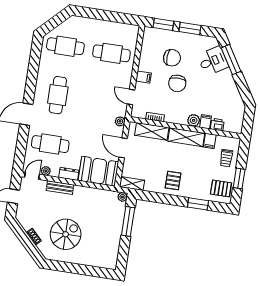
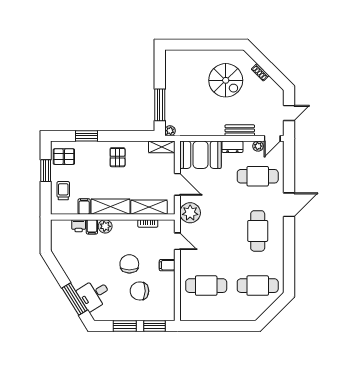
plant: (120, 121) -> (190, 213), width x1.88, depth x1.88
spiral stairs: (66, 234) -> (226, 80), turned -90

